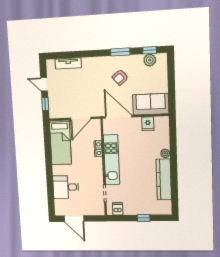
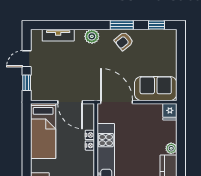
plant: (150, 60) -> (92, 36), moved
armchair: (120, 77) -> (124, 41), moved
door: (44, 84) -> (27, 59), hinge flipped
door: (81, 118) -> (70, 102), hinge flipped
fridge: (148, 124) -> (170, 112), moved

